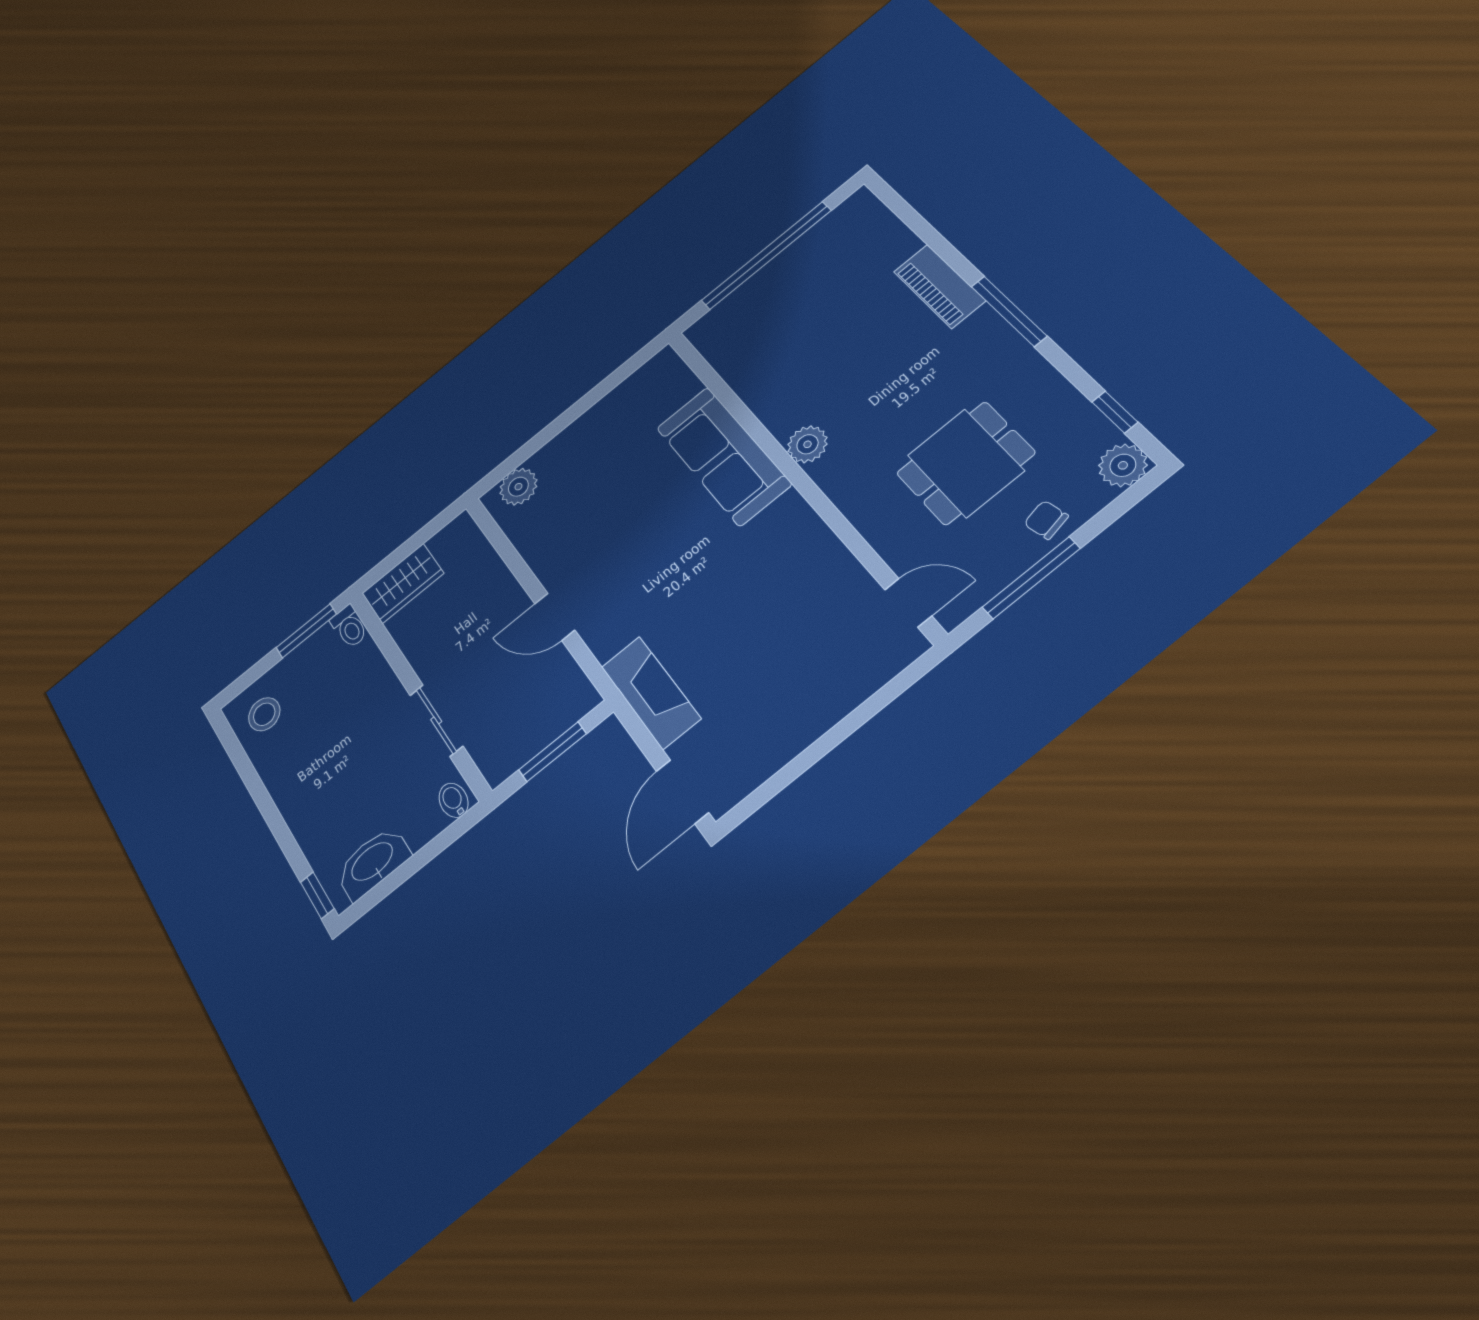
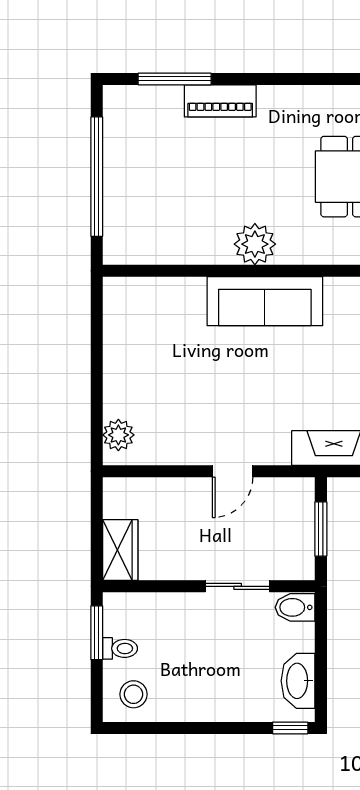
window: (1009, 311) -> (175, 79), moved
plant: (807, 444) -> (255, 244), width x1.36, depth x1.36
sofa: (723, 456) -> (265, 301), moved
toilet: (349, 627) -> (120, 648), moved
bidet: (454, 800) -> (295, 607), width x1.38, depth x1.36

